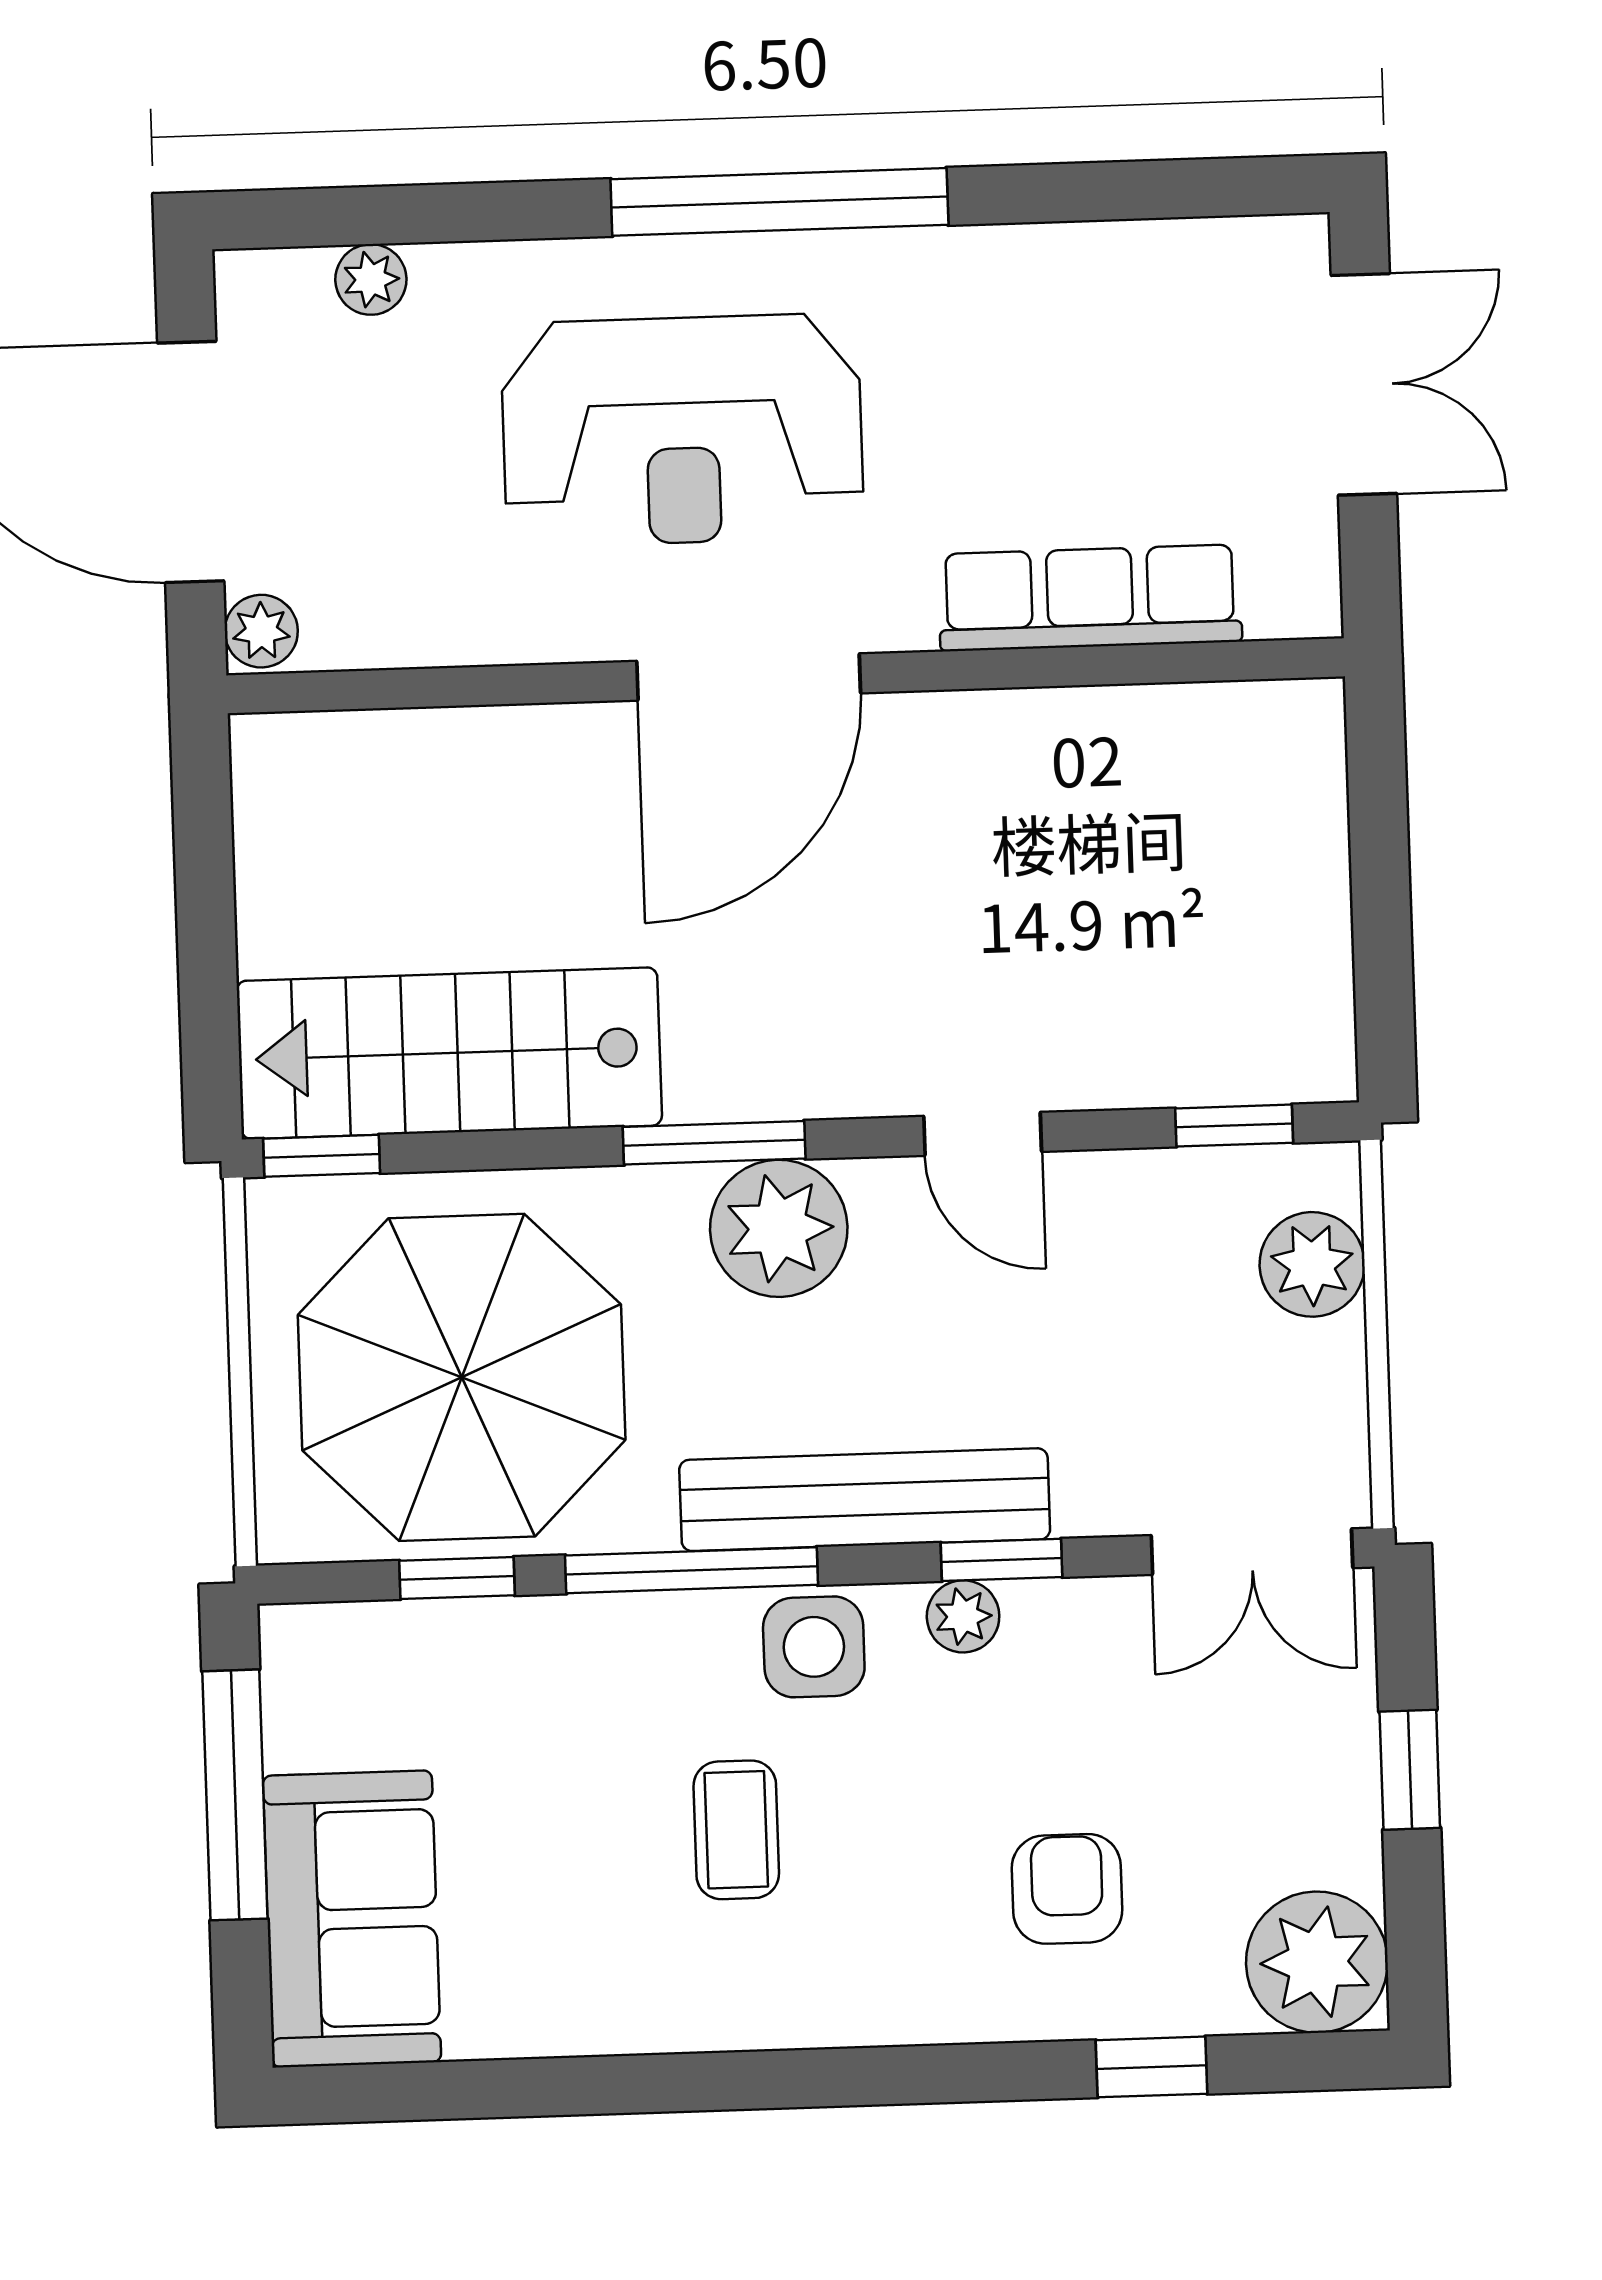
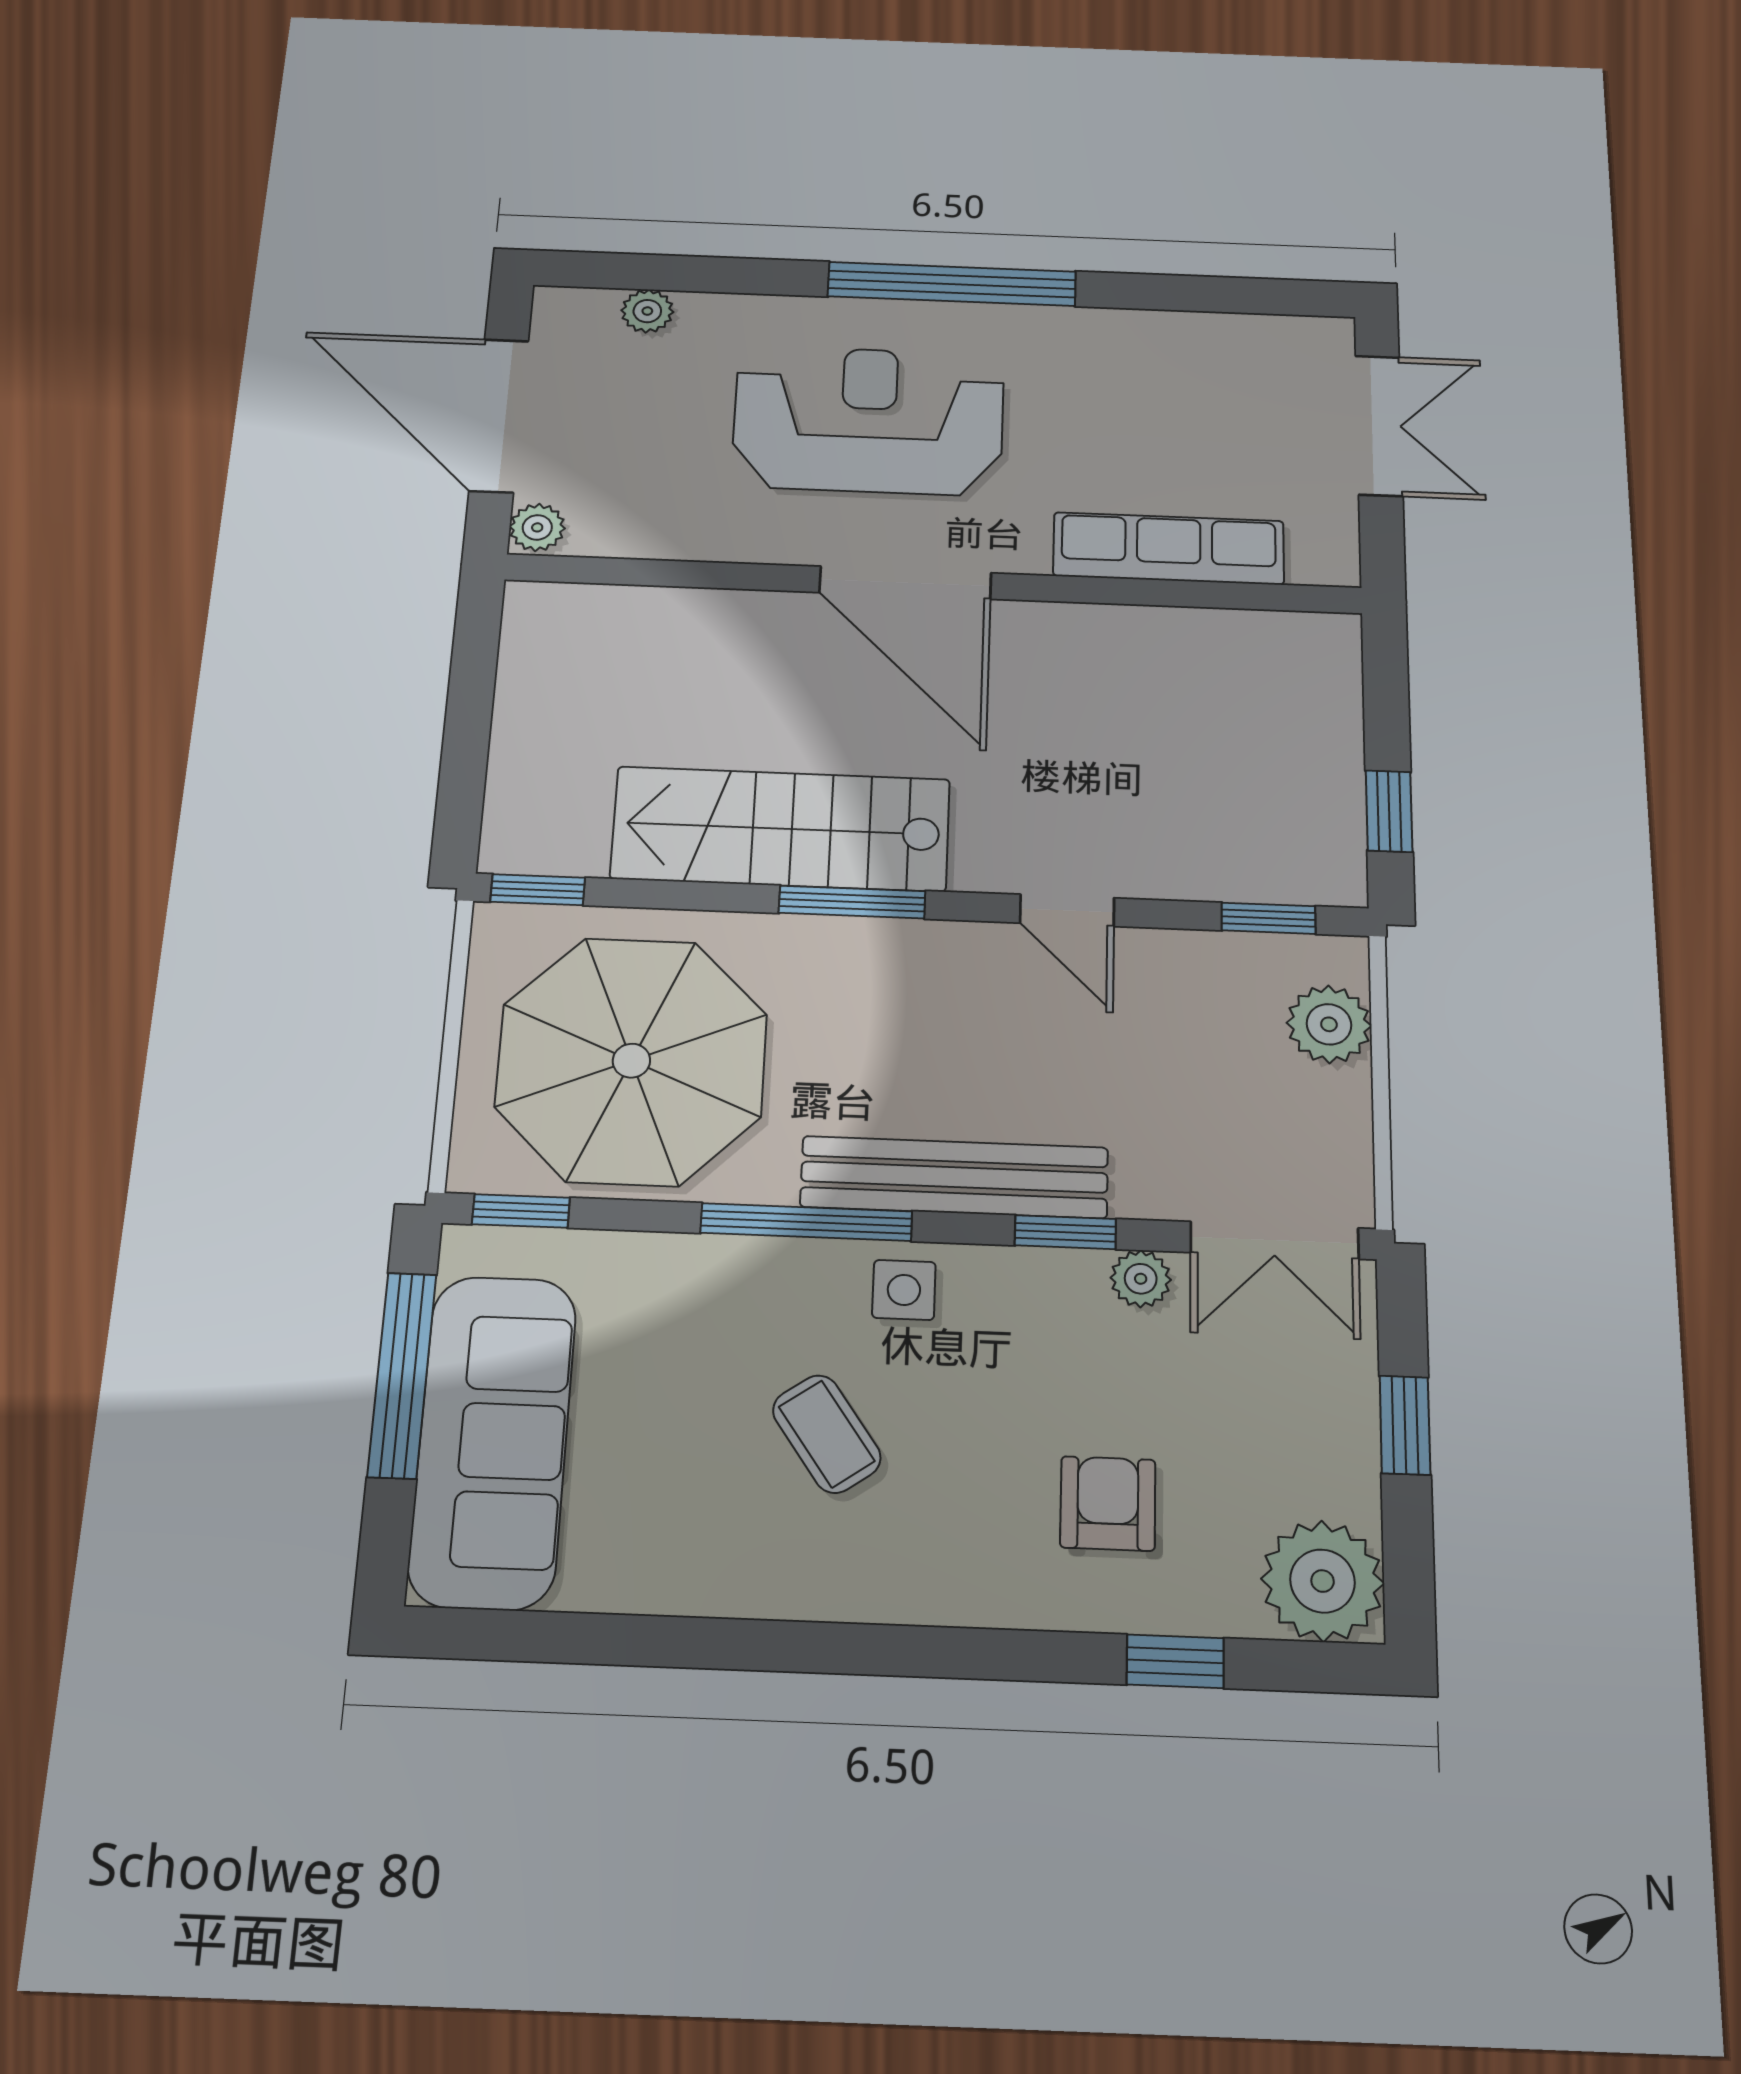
reception desk: (682, 430) -> (868, 420), turned 180
door: (749, 677) -> (905, 583), hinge flipped
window: (1383, 964) -> (1389, 811), added
stairs: (449, 1053) -> (781, 829), moved
plant: (779, 1228) -> (899, 968), removed
window: (457, 1578) -> (521, 1211), moved
plant: (963, 1616) -> (1141, 1279), moved
side table: (814, 1647) -> (904, 1290), width x0.73, depth x0.73
coffee table: (736, 1830) -> (827, 1434), turned -35
sofa: (352, 1919) -> (493, 1441), width x1.36

